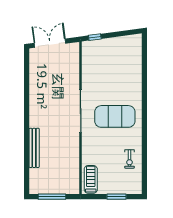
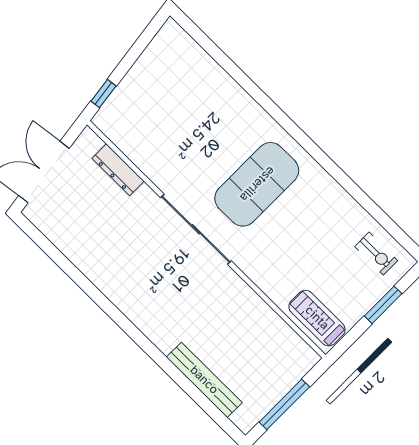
dresser: (75, 67) -> (118, 170), added
bench: (34, 148) -> (204, 380), moved
exercise bike: (130, 159) -> (376, 254), moved

